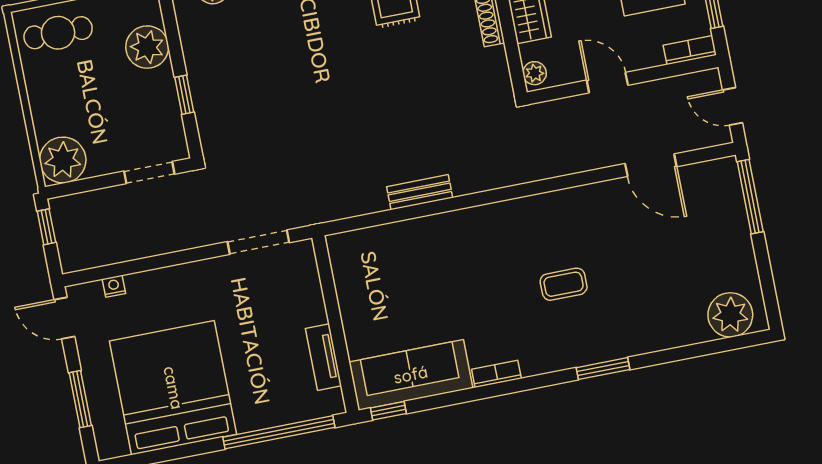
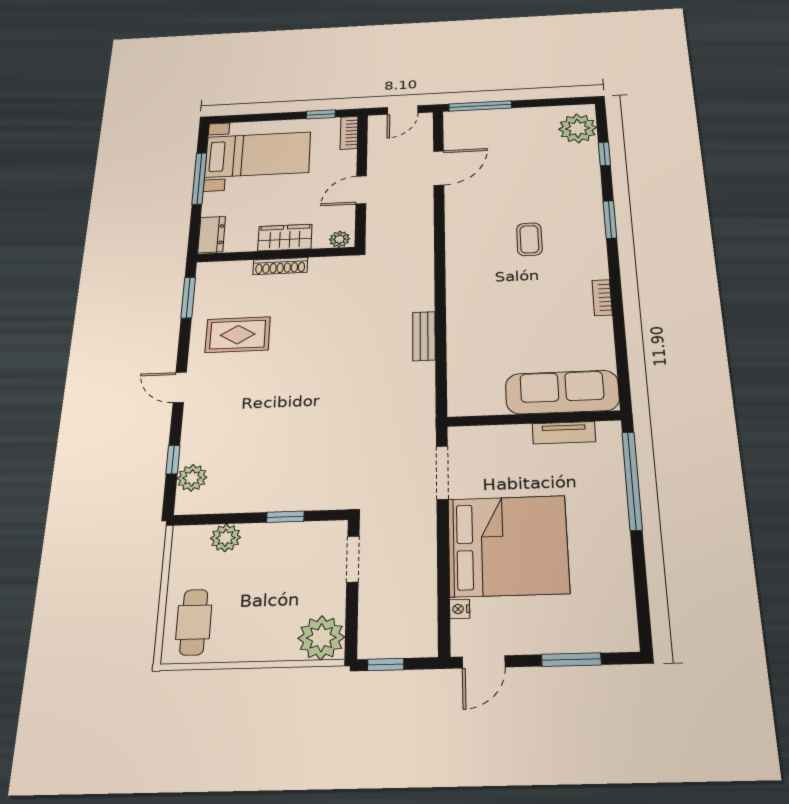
plant: (147, 47) -> (226, 538), width x0.73, depth x0.73
sofa: (411, 375) -> (562, 392), moved, turned 90
bed: (173, 388) -> (508, 546), moved, turned 180
window: (388, 411) -> (604, 154), moved

